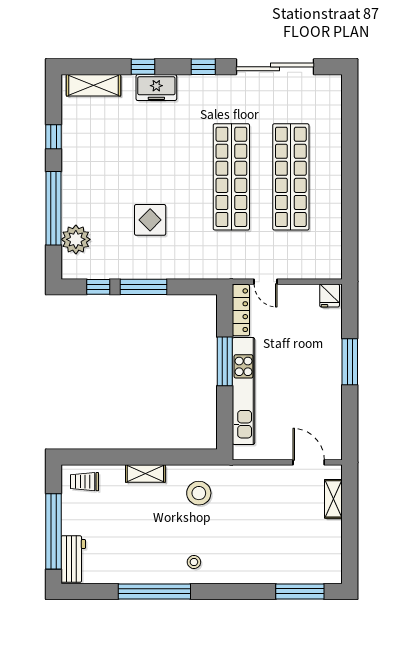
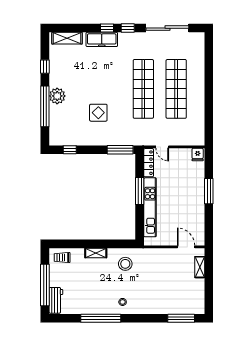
window: (143, 67) -> (107, 28), moved
freezer: (156, 88) -> (102, 39), width x1.40
plant: (76, 239) -> (57, 96), moved
window: (144, 287) -> (120, 150), moved

